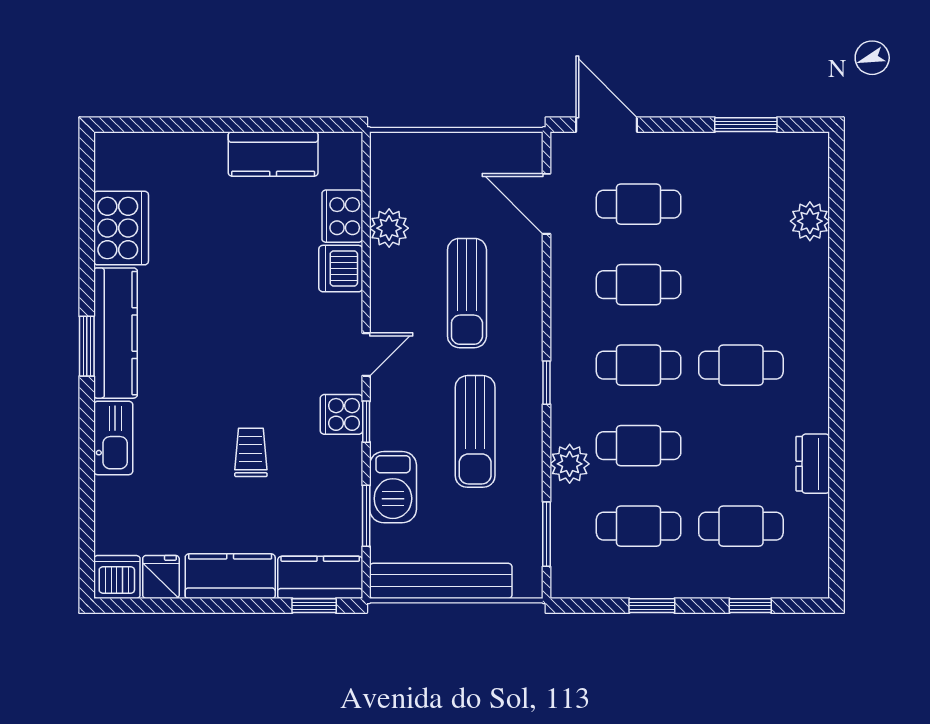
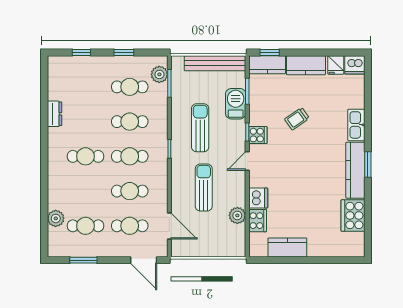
trolley: (251, 452) -> (297, 119), turned 55
plant: (570, 464) -> (159, 74), moved
cafe table: (741, 526) -> (85, 226), moved

